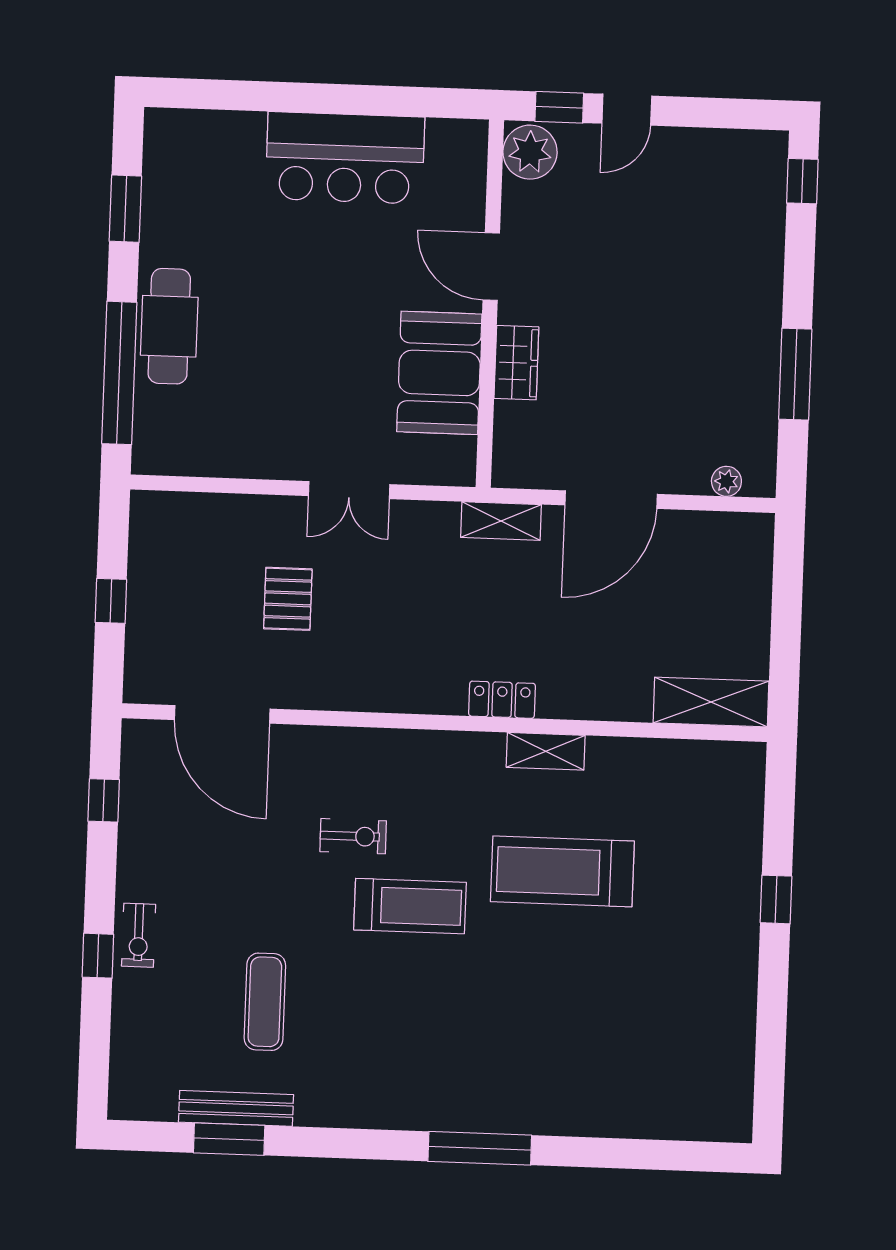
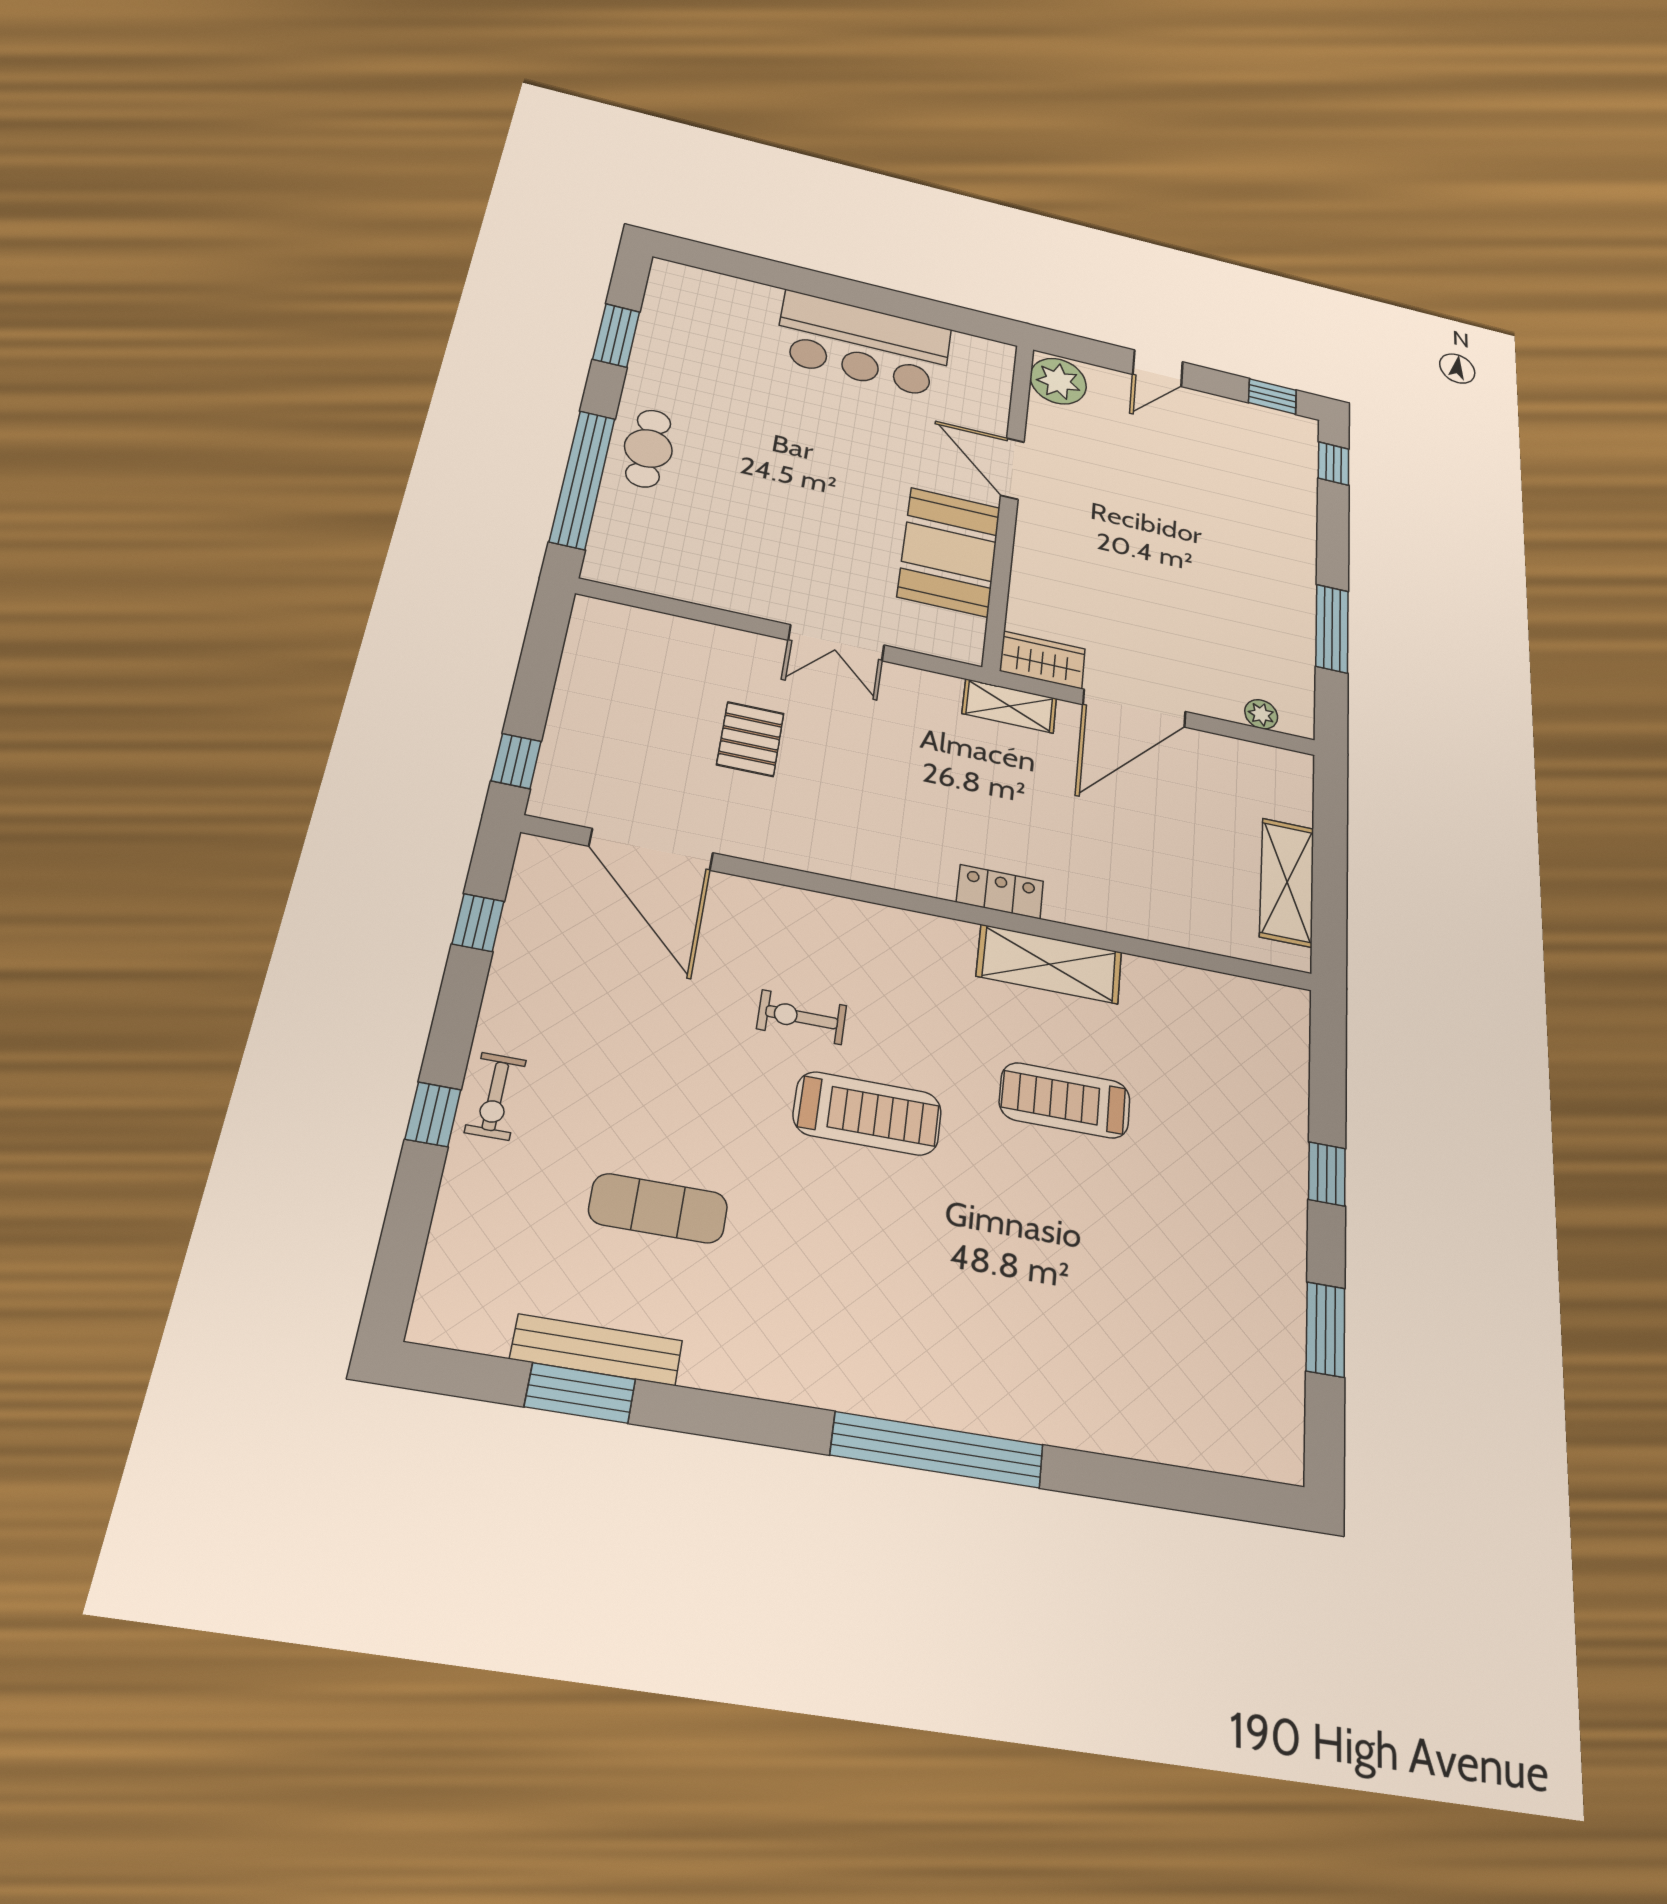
window: (559, 107) -> (1272, 396), moved
cafe table: (169, 326) -> (648, 448), width x0.73, depth x0.74
wardrobe: (516, 363) -> (1043, 660), moved, turned -90
window: (111, 601) -> (516, 761), moved
shelving: (711, 702) -> (1287, 882), moved, turned 90
shelving: (546, 751) -> (1049, 964), width x1.50, depth x1.33
exercise bike: (353, 836) -> (802, 1017), turned 180
treadmill: (562, 871) -> (1065, 1100), width x0.73, depth x0.73
exercise mat: (265, 1002) -> (658, 1208), turned 90
window: (771, 1024) -> (1325, 1329), added
window: (480, 1148) -> (938, 1450), width x1.46

